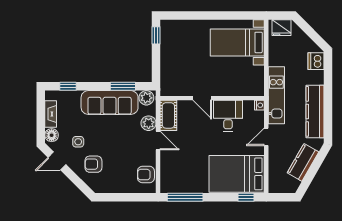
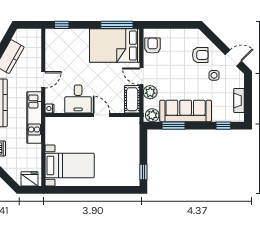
floor lamp: (52, 135) -> (238, 81), removed
bed: (237, 174) -> (115, 46), moved, turned 180
armchair: (146, 175) -> (153, 46), turned -90

